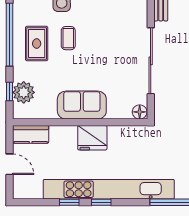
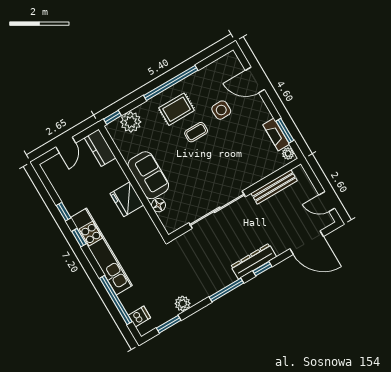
window: (10, 92) -> (113, 117), moved
floor lamp: (140, 112) -> (158, 205), moved
kitchen unit: (109, 189) -> (101, 251), width x0.73

